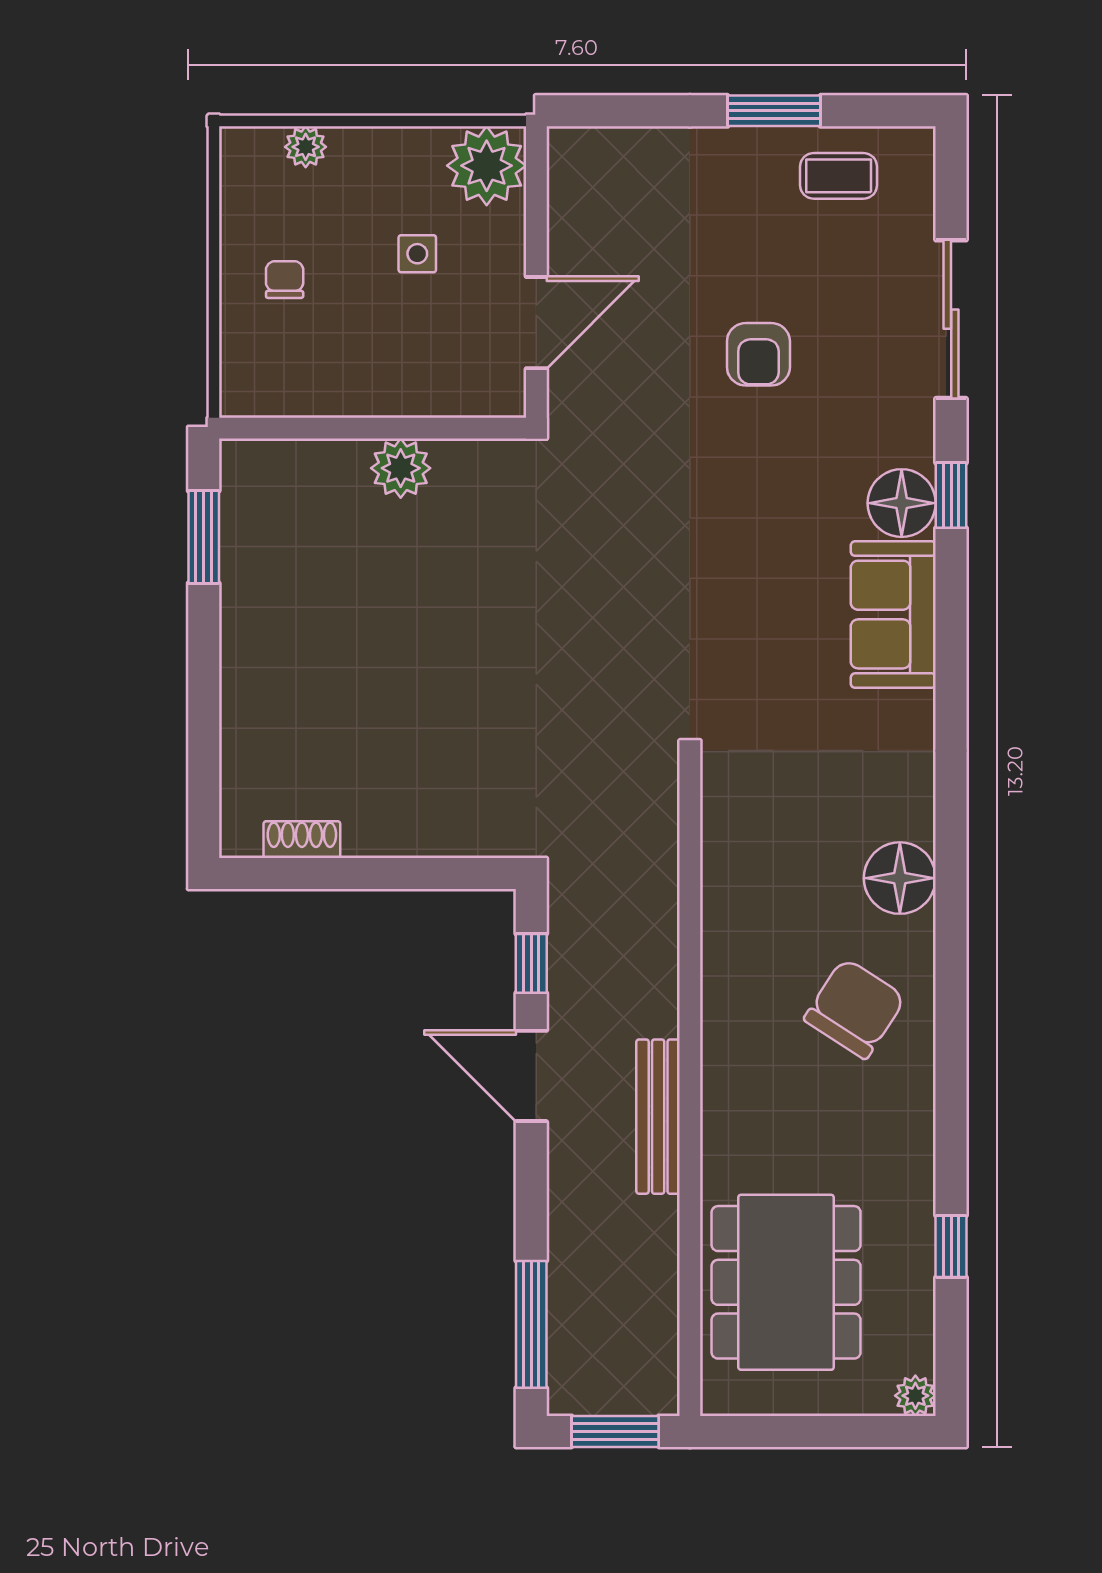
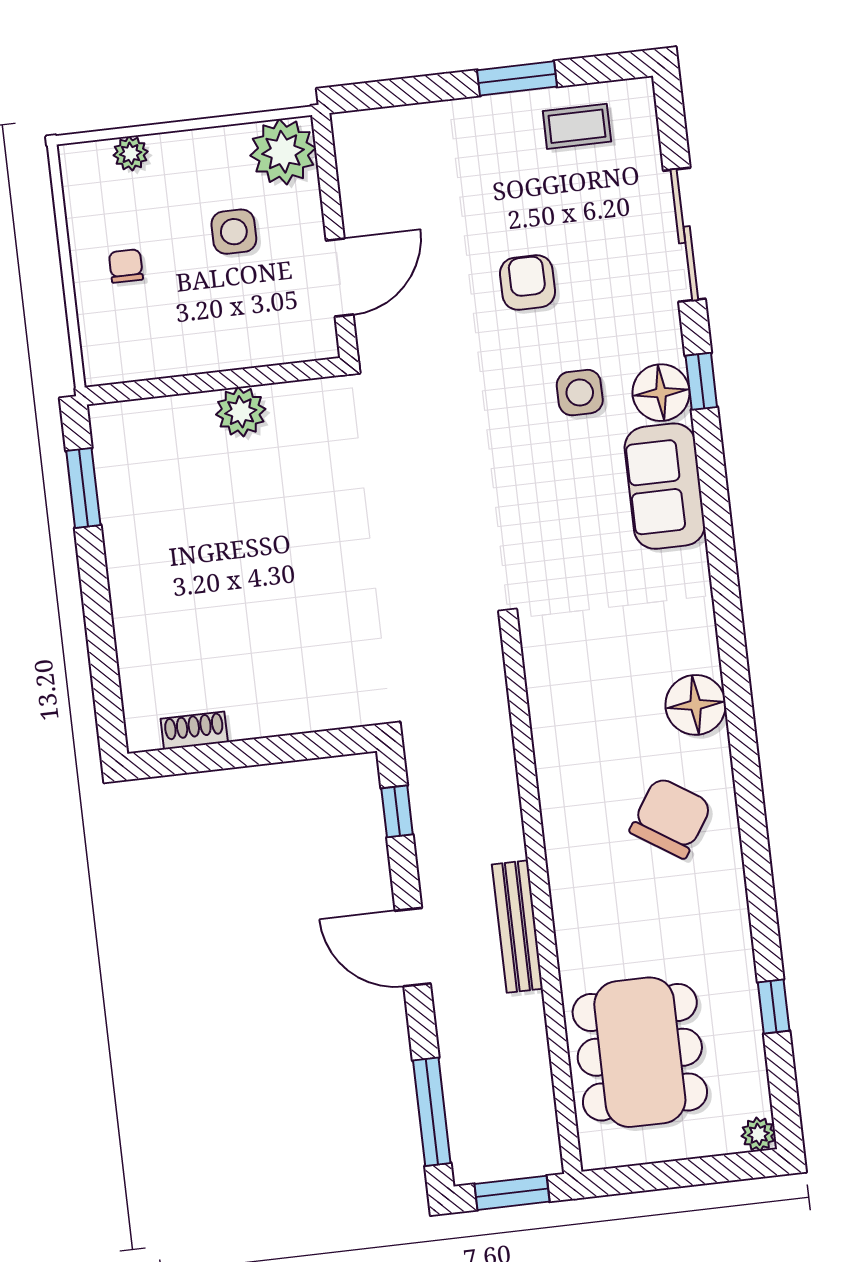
side table: (417, 254) -> (234, 232), width x1.37, depth x1.37
armchair: (758, 354) -> (527, 283), turned 180
side table: (805, 492) -> (580, 393), added
door: (531, 1076) -> (413, 947), moved

